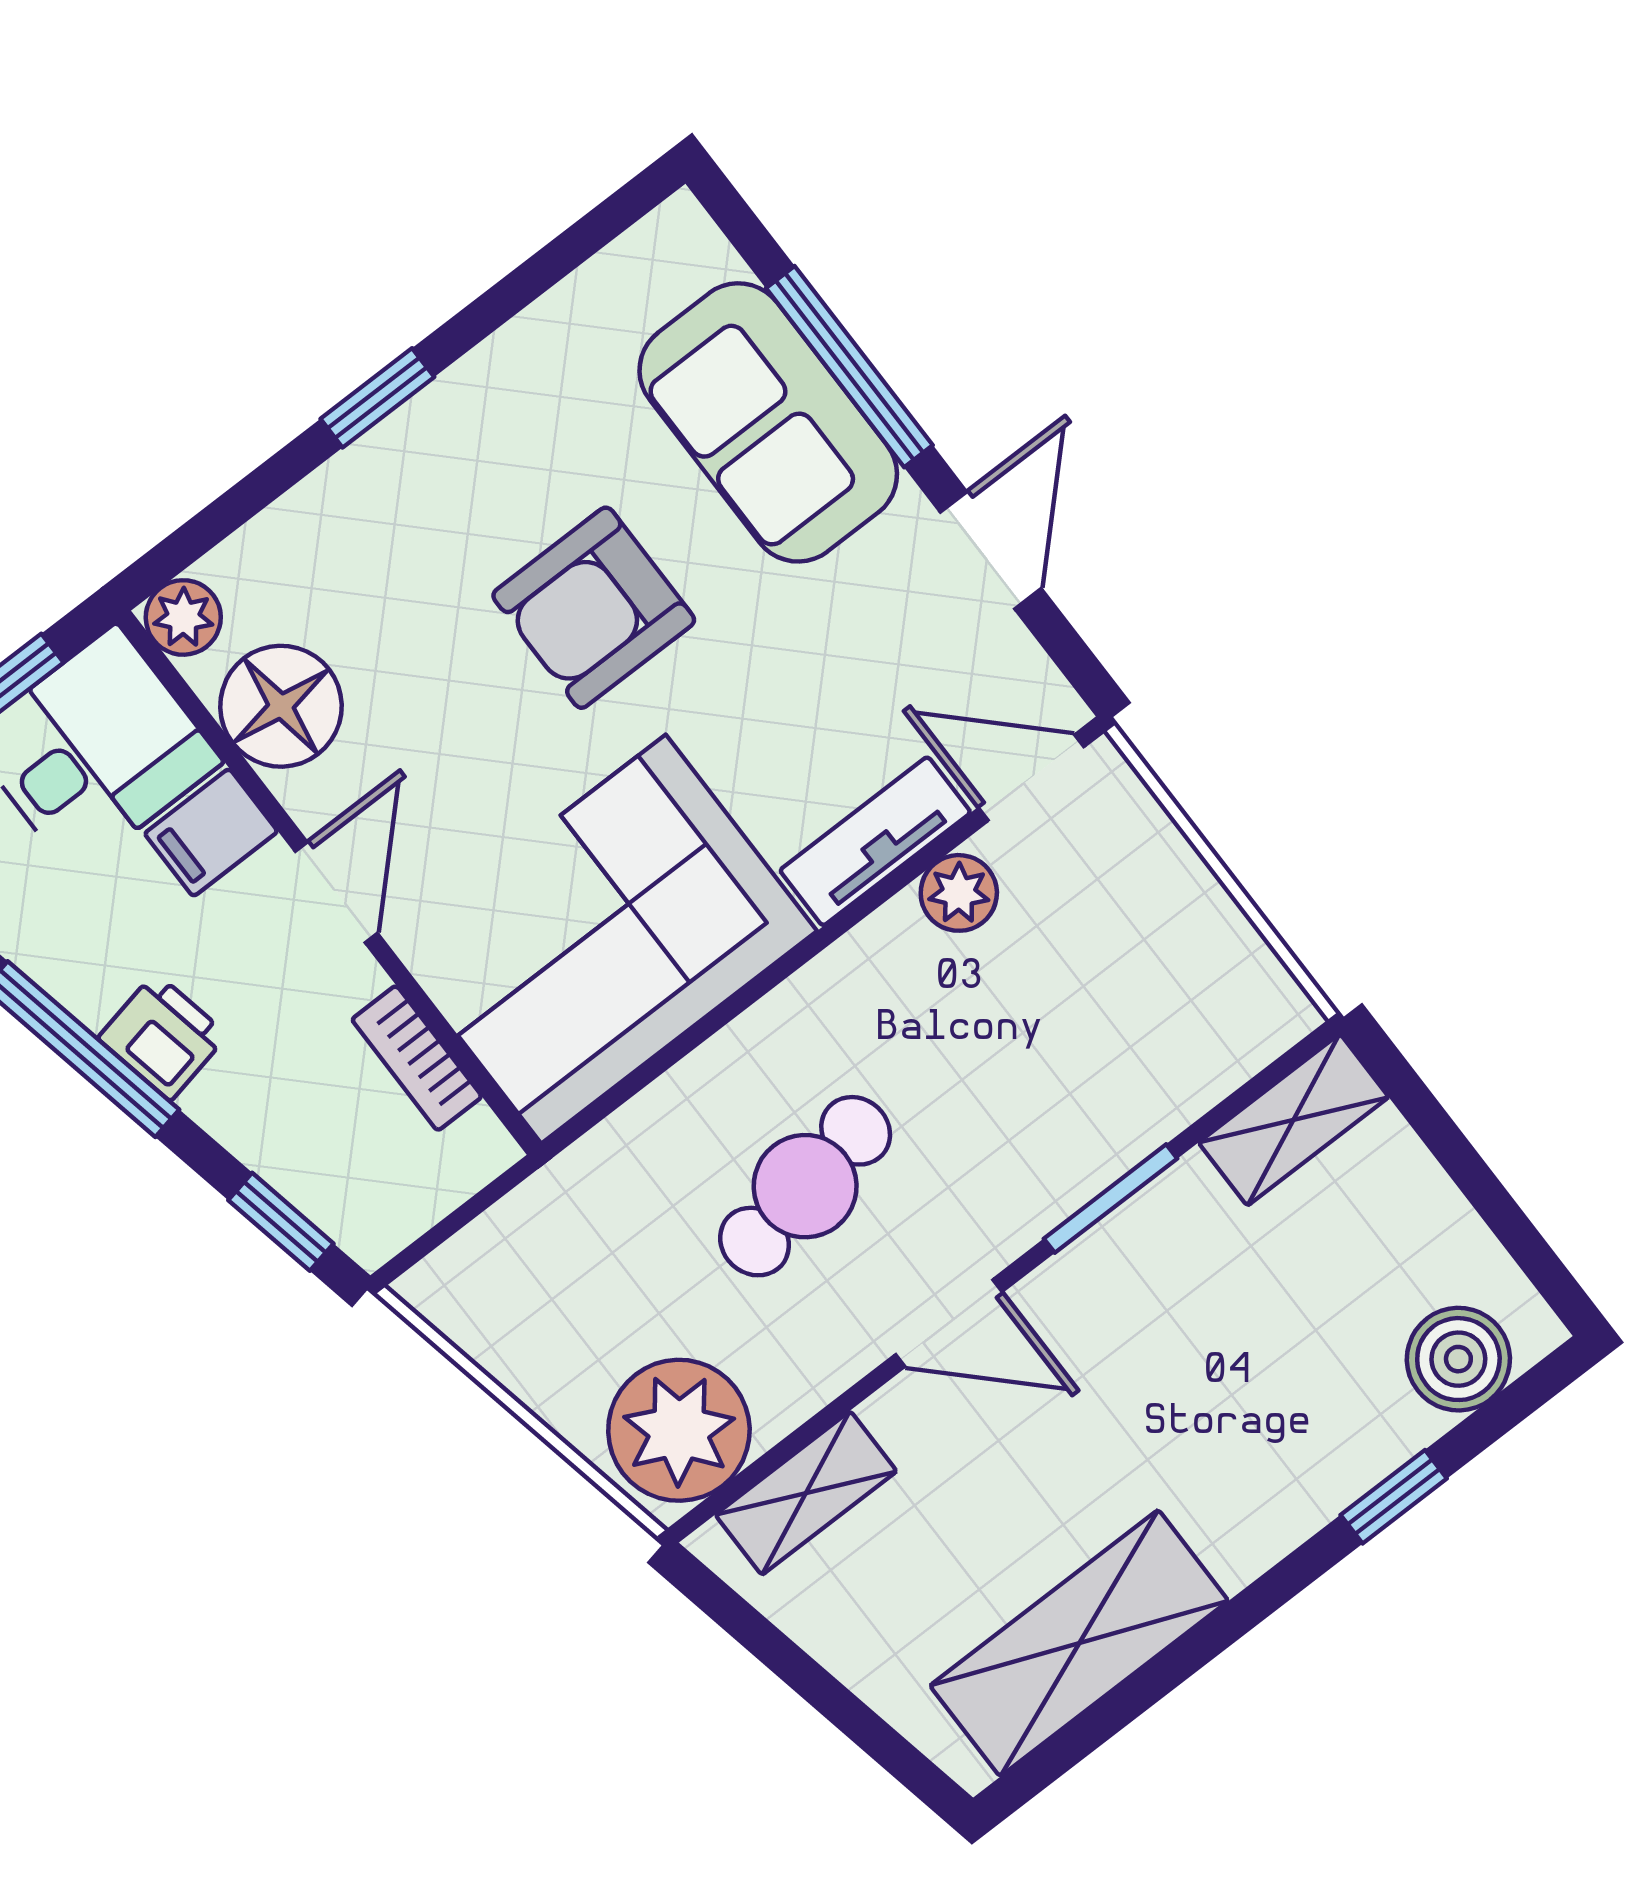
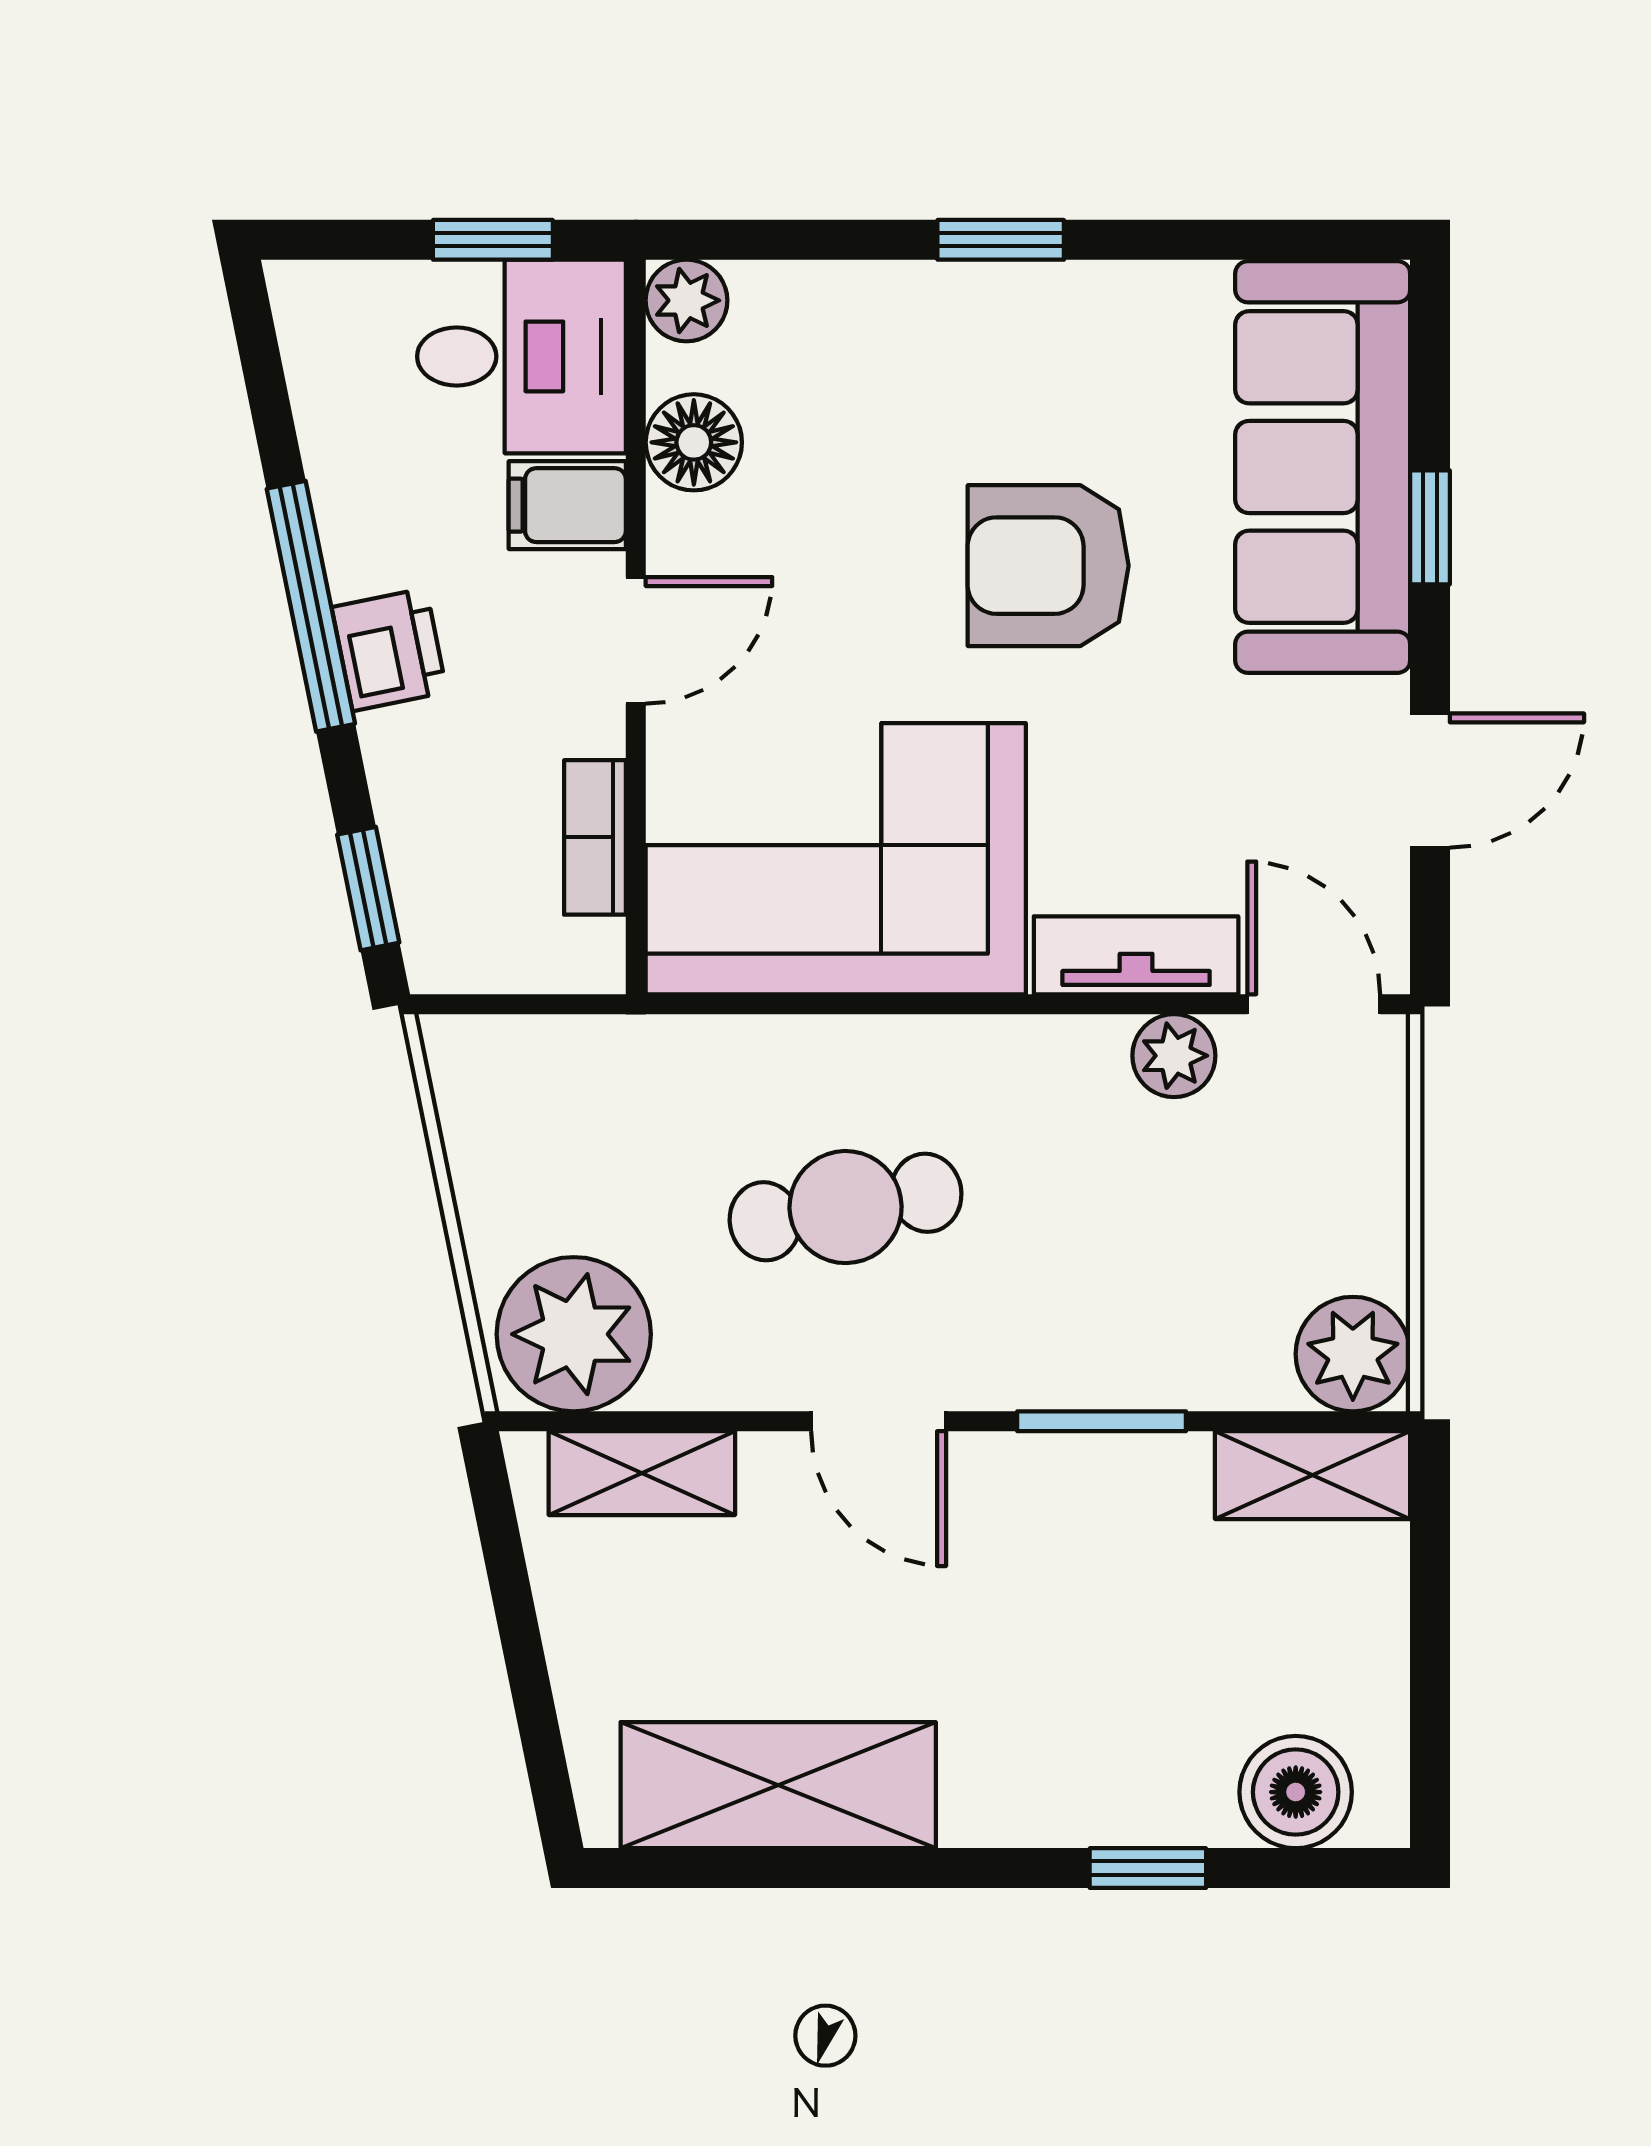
window: (849, 367) -> (1430, 527), width x0.46
sofa: (768, 422) -> (1323, 467), width x1.36
floor lamp: (281, 706) -> (694, 442), width x0.73, depth x0.73
plant: (1255, 1009) -> (1353, 1354), added

